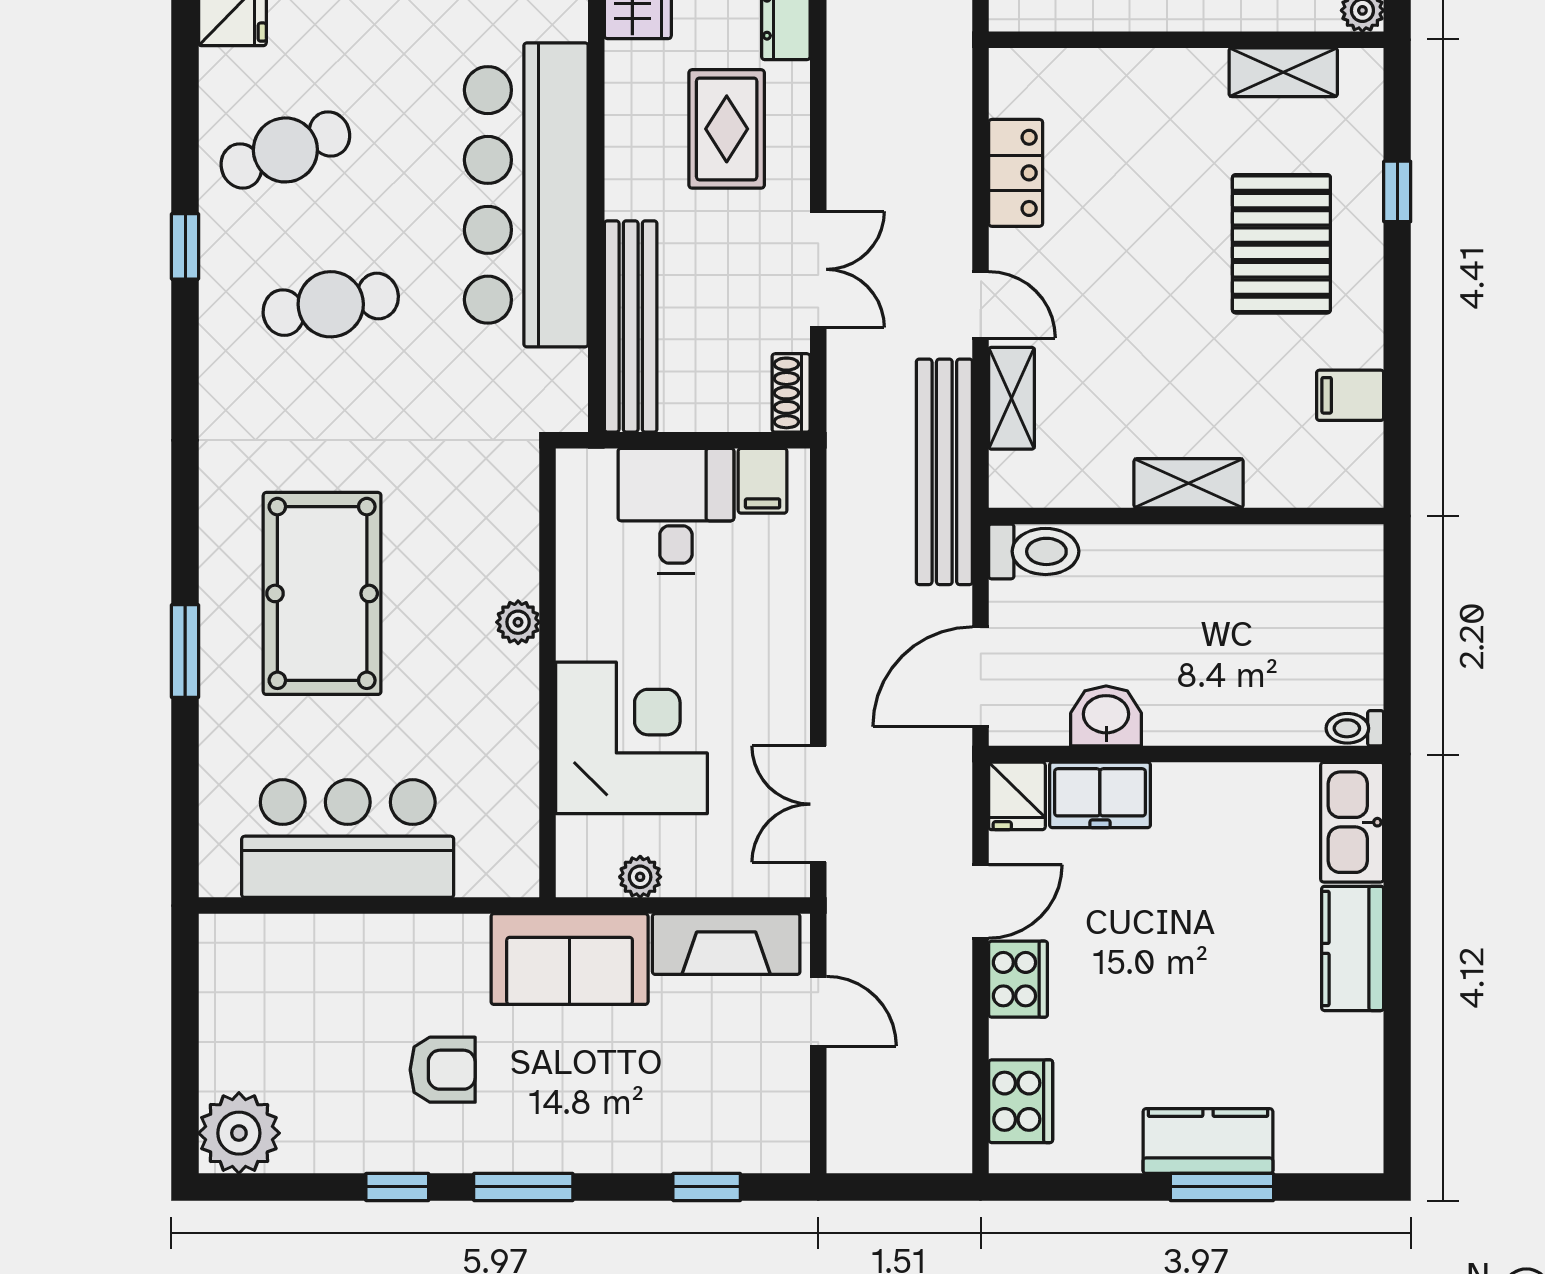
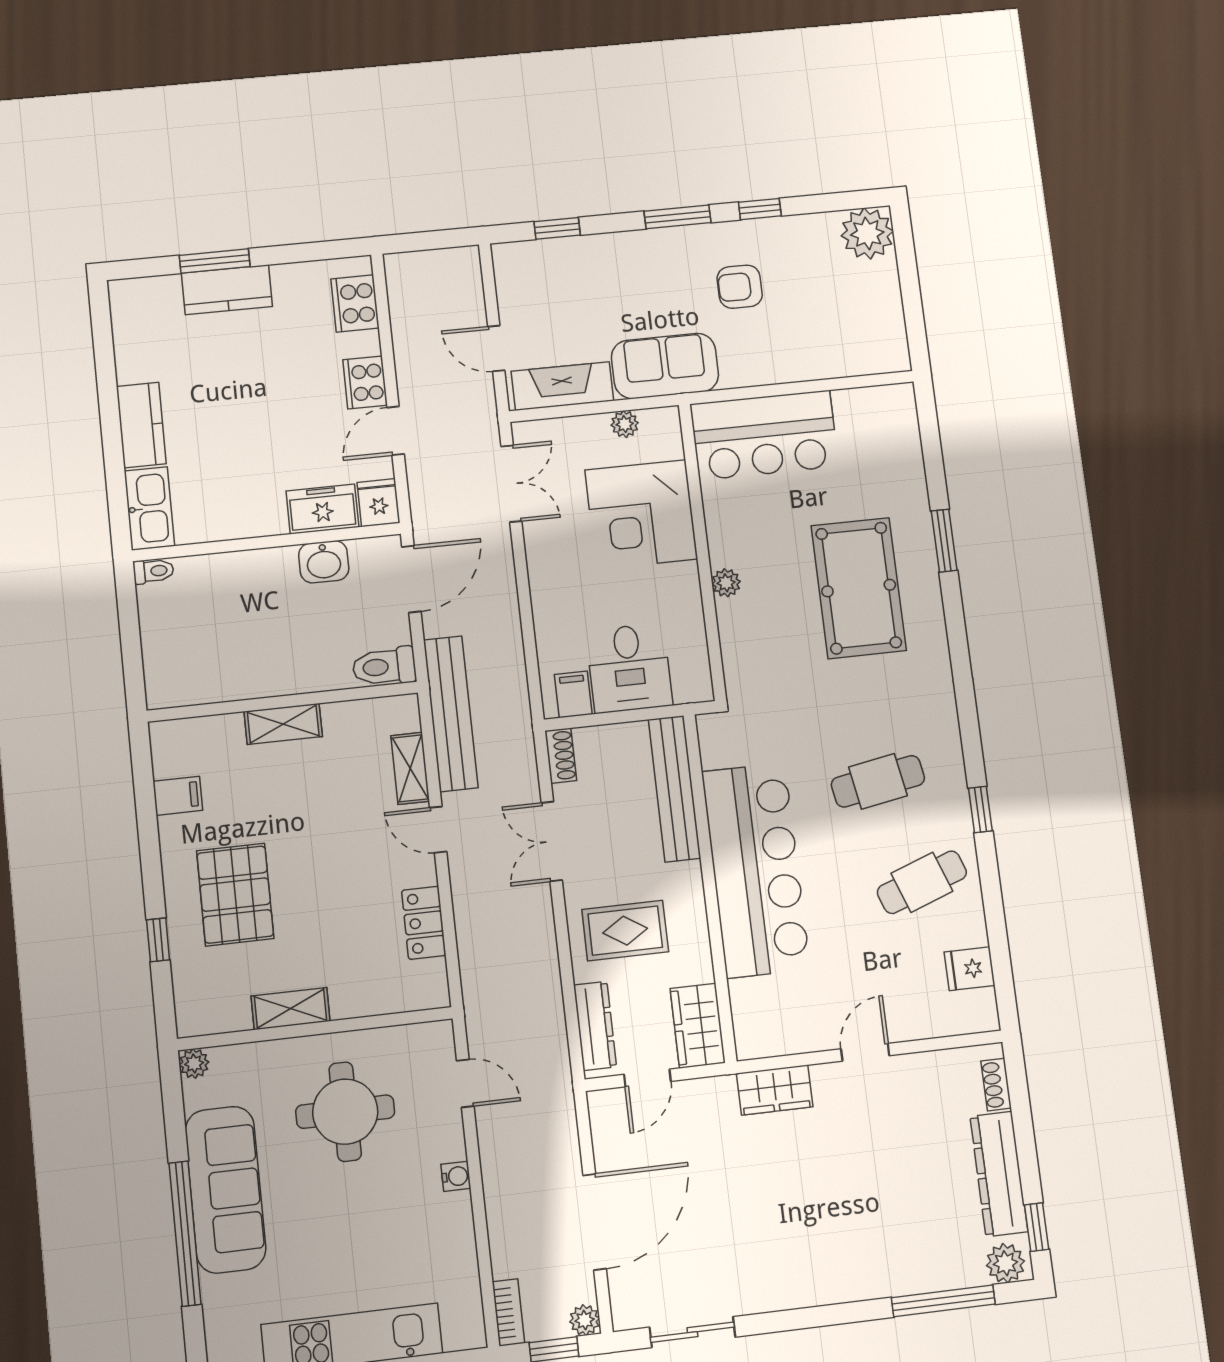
shelving: (1283, 72) -> (291, 1009), moved
rug: (727, 129) -> (625, 931), turned 90
bar counter: (348, 839) -> (764, 435), moved

